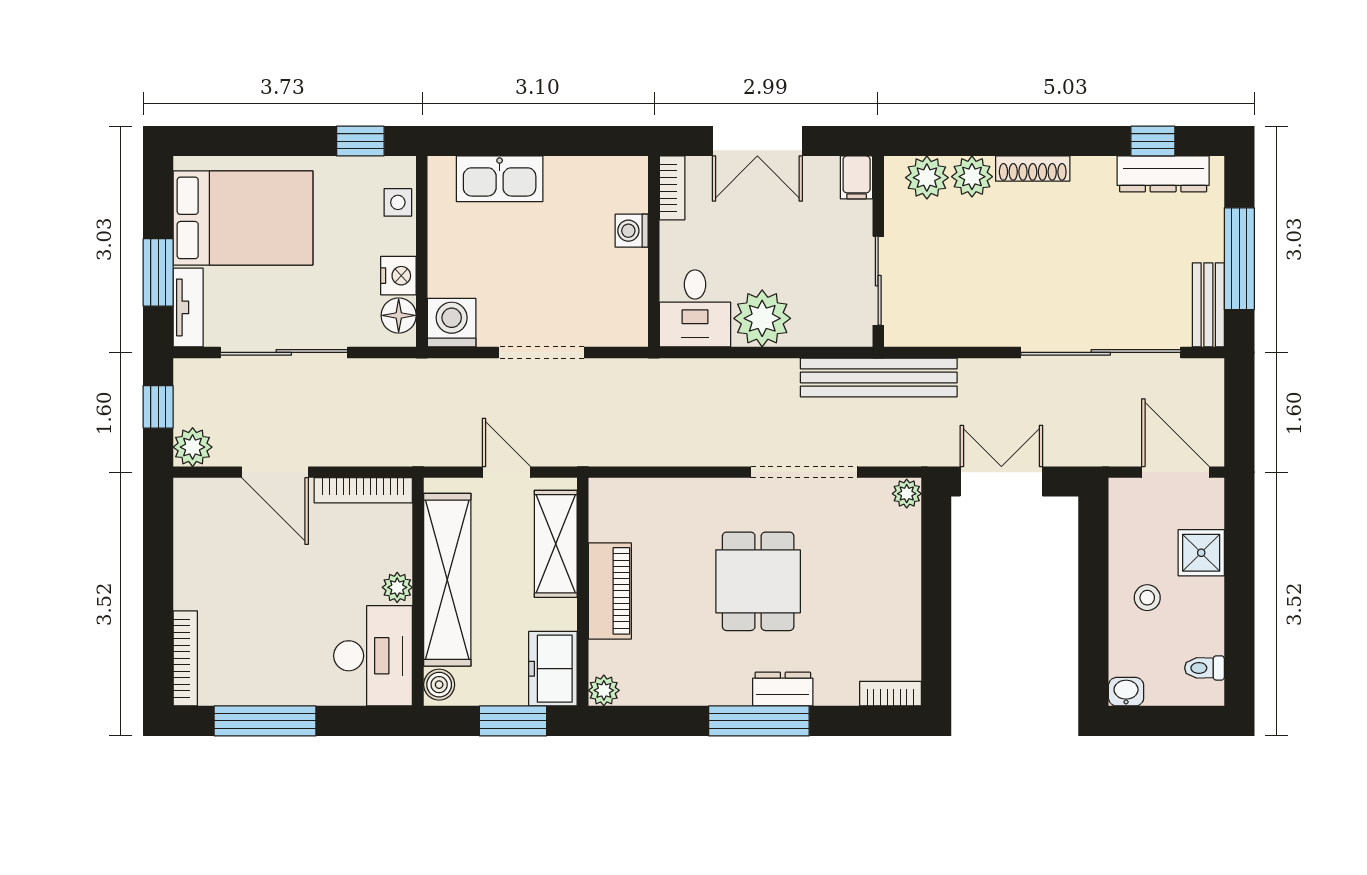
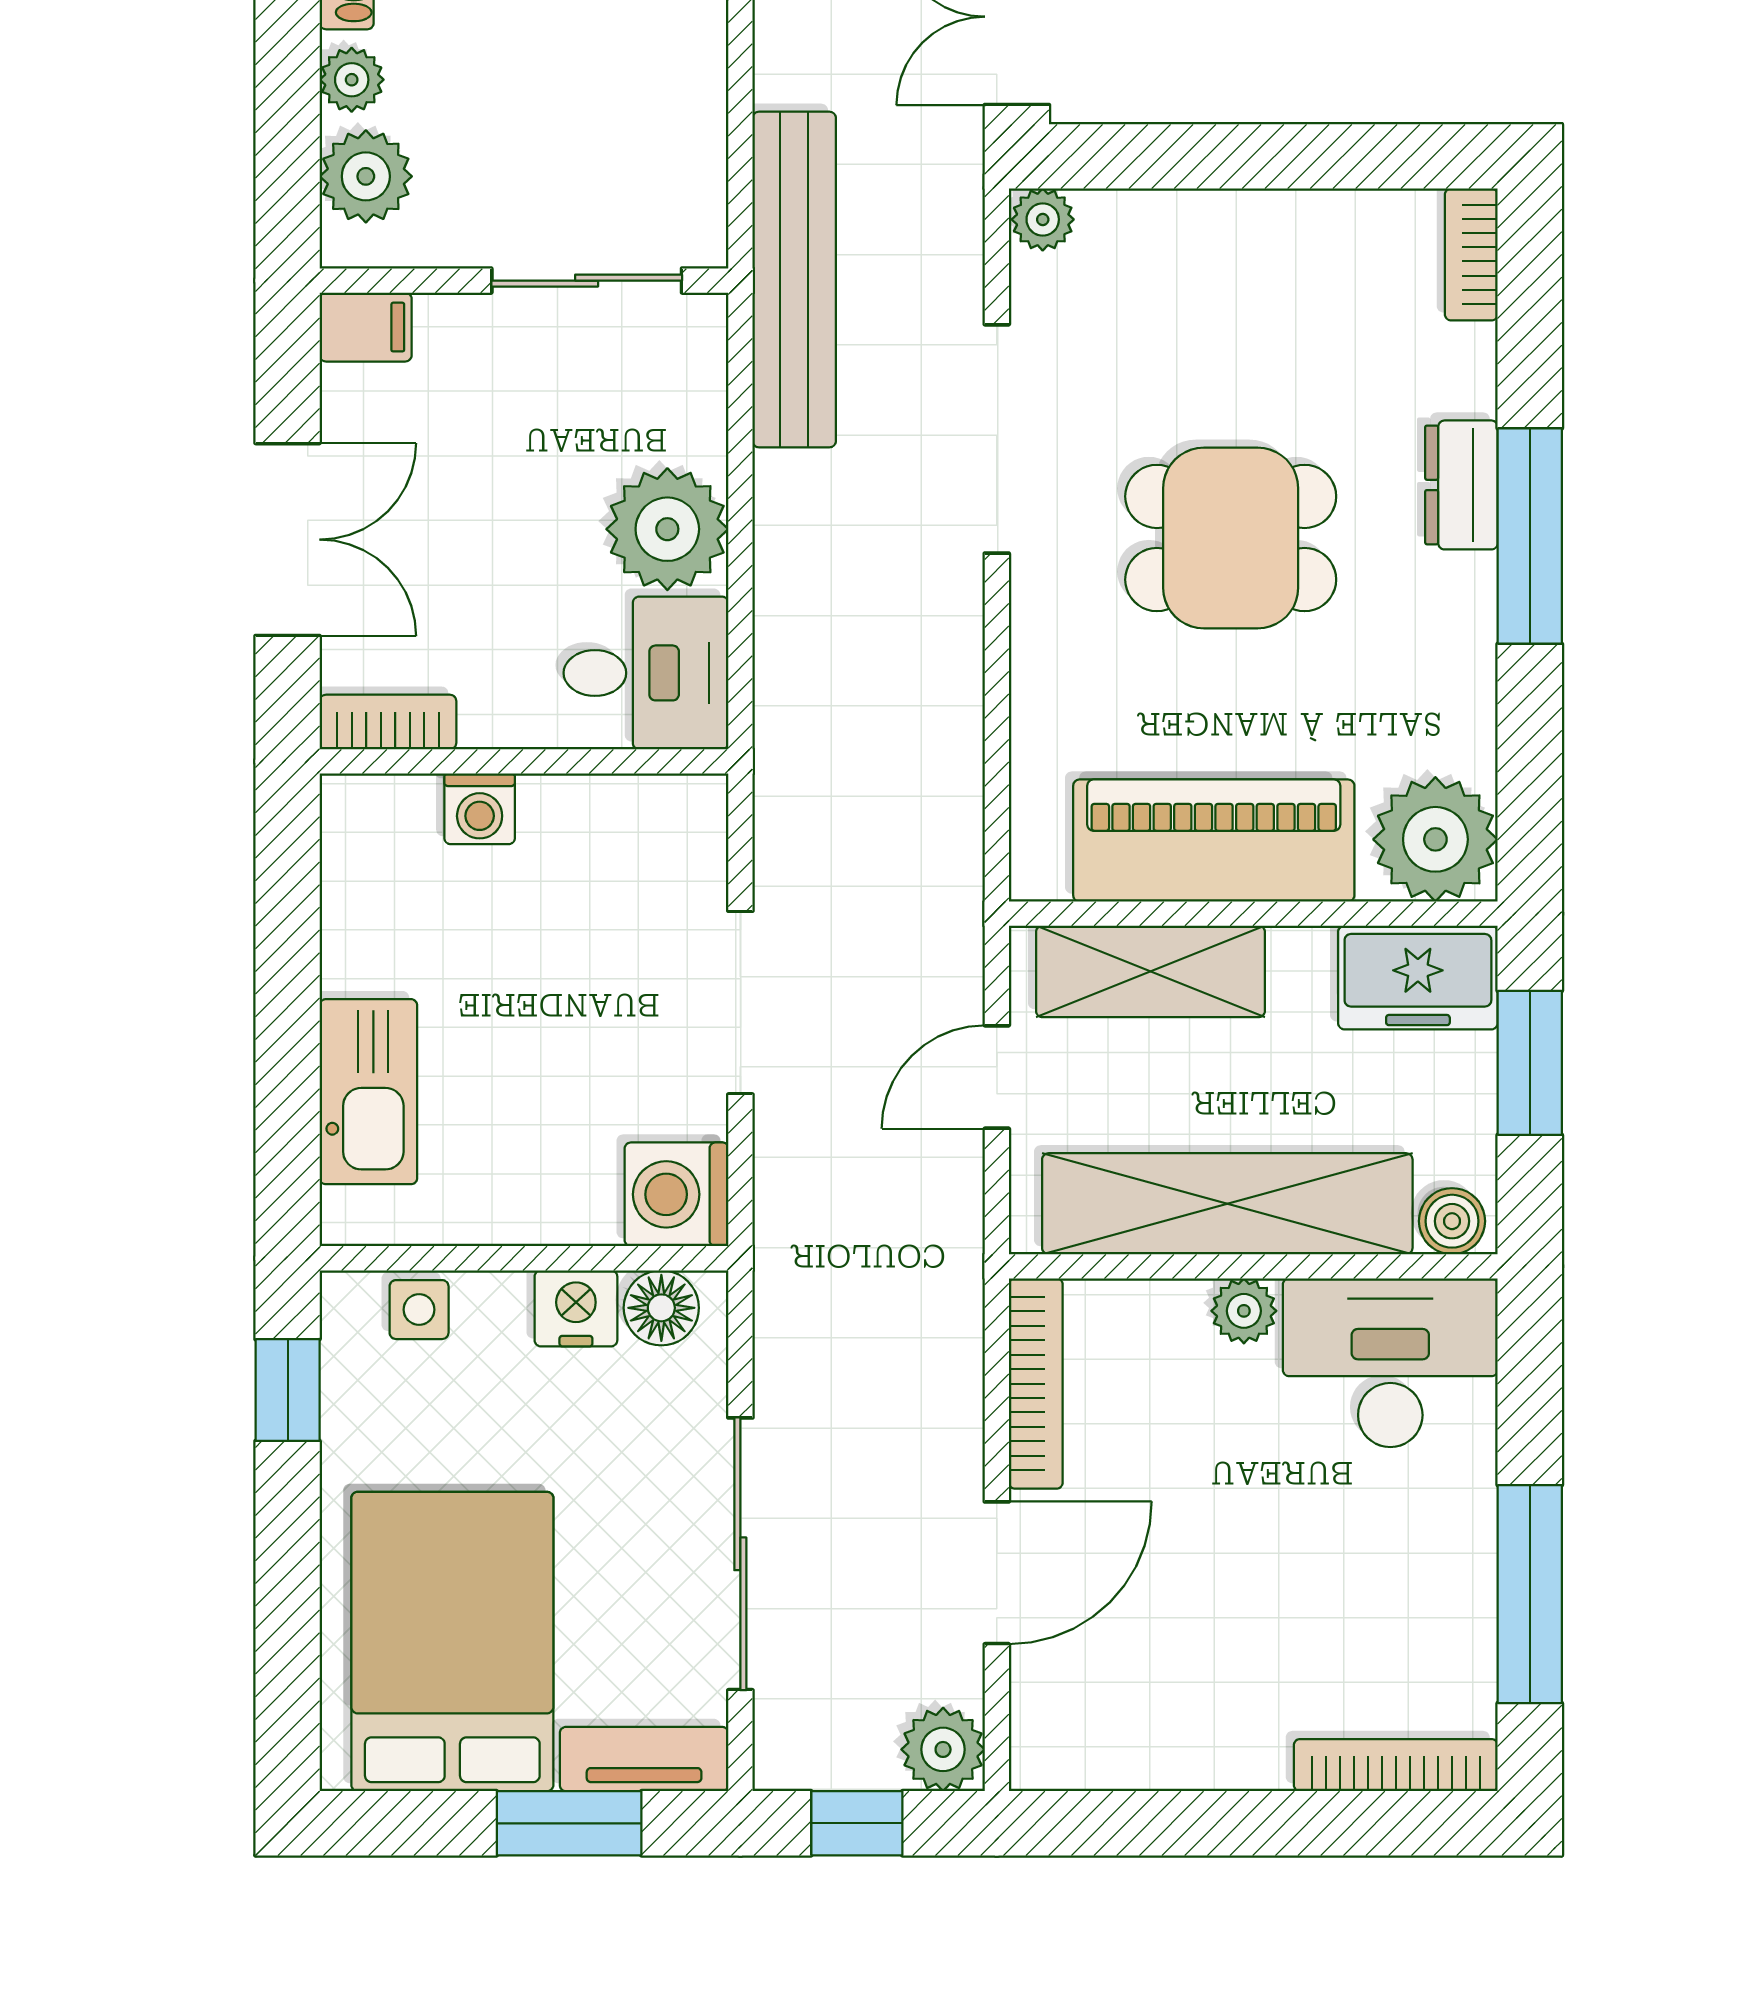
plant: (972, 177) -> (352, 80), width x0.73, depth x0.73
piano: (610, 591) -> (1214, 841), width x1.37, depth x1.33
plant: (604, 690) -> (1435, 839), width x1.87, depth x1.87

